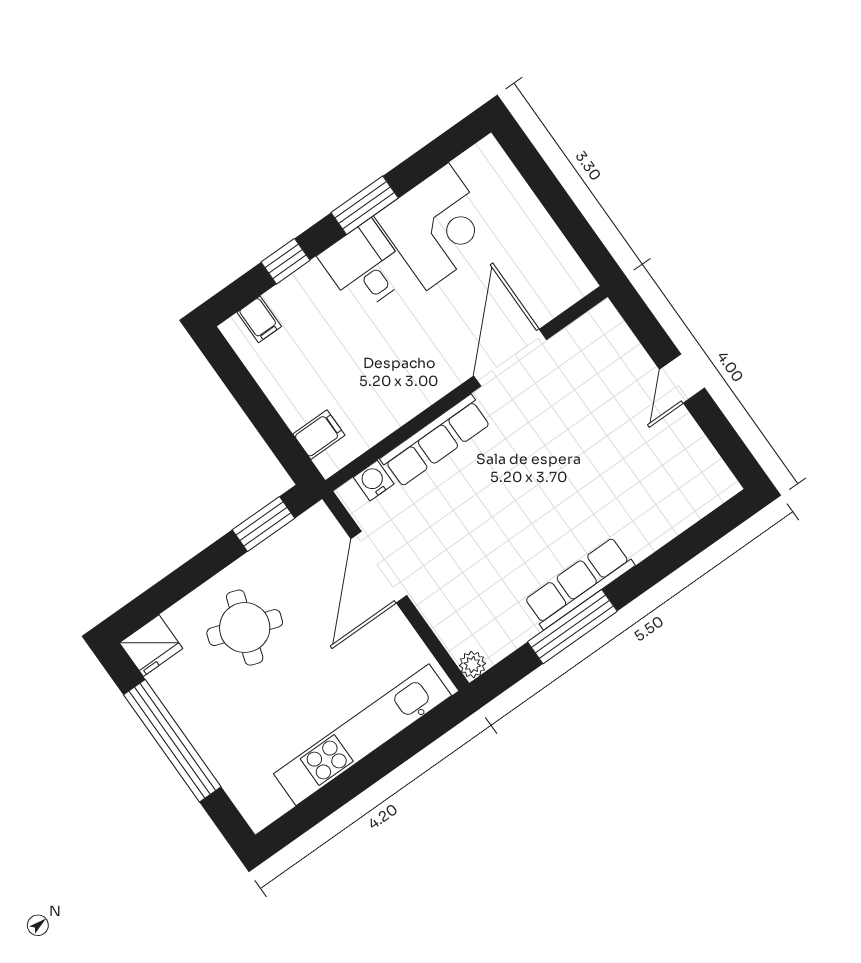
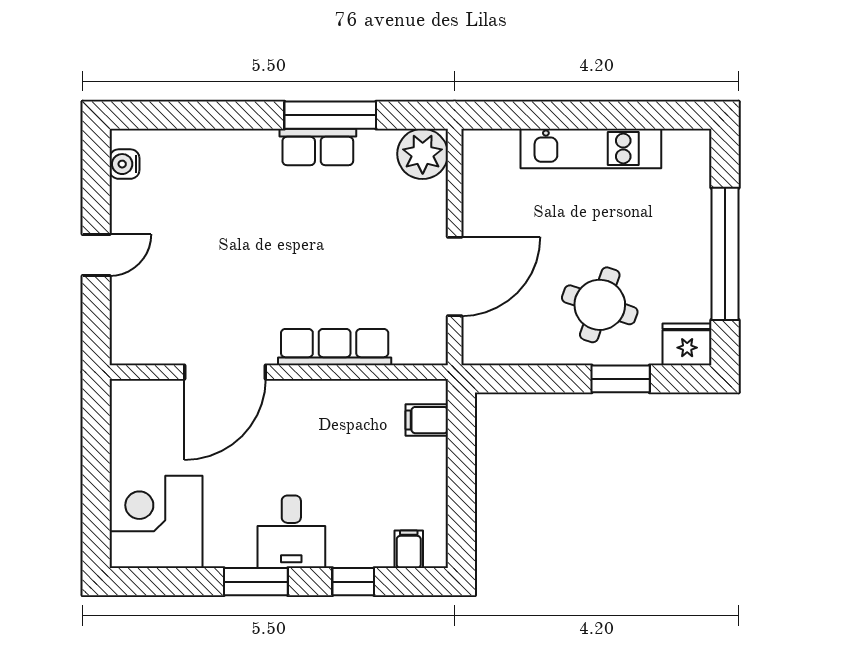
corner desk: (437, 227) -> (156, 522), moved
water cooler: (374, 481) -> (125, 164), moved, turned 90
window: (264, 524) -> (621, 379), moved
row of seats: (579, 583) -> (318, 147), width x0.68
plant: (472, 665) -> (423, 154), width x1.88, depth x1.88
kitchen unit: (362, 735) -> (591, 148), width x0.73

